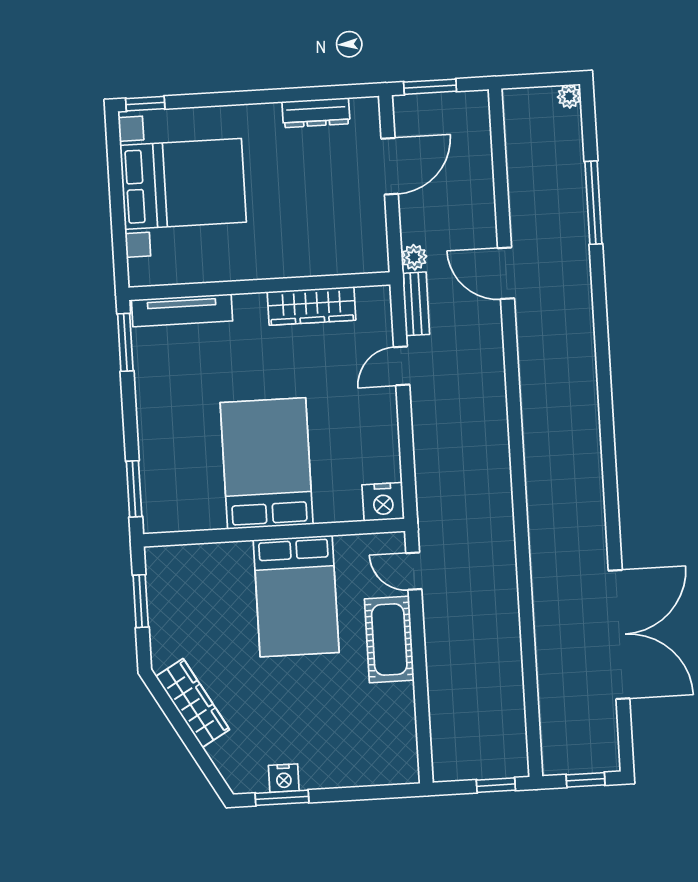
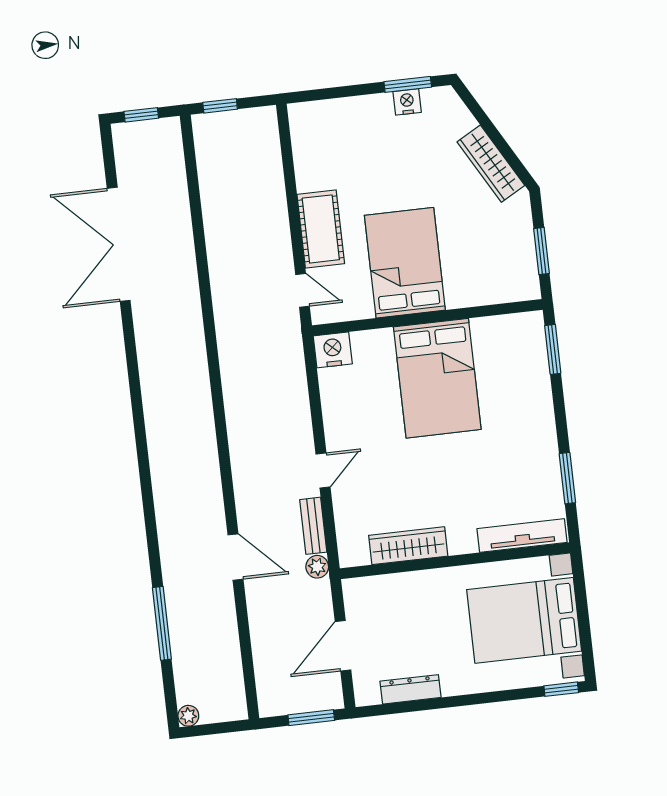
wall: (259, 286) -> (455, 561), moved
wardrobe: (311, 306) -> (408, 546), moved
tv unit: (182, 310) -> (522, 536), moved

